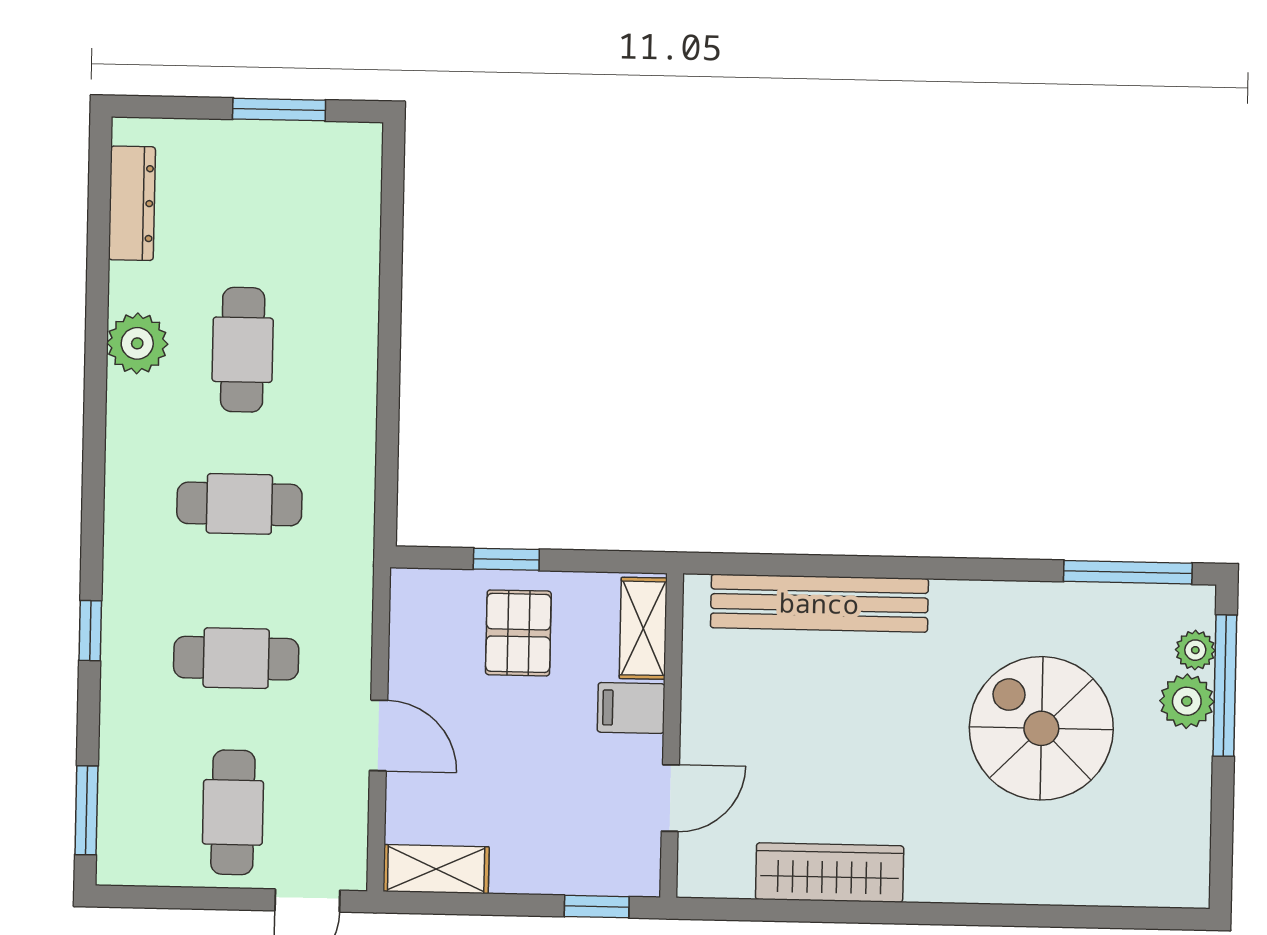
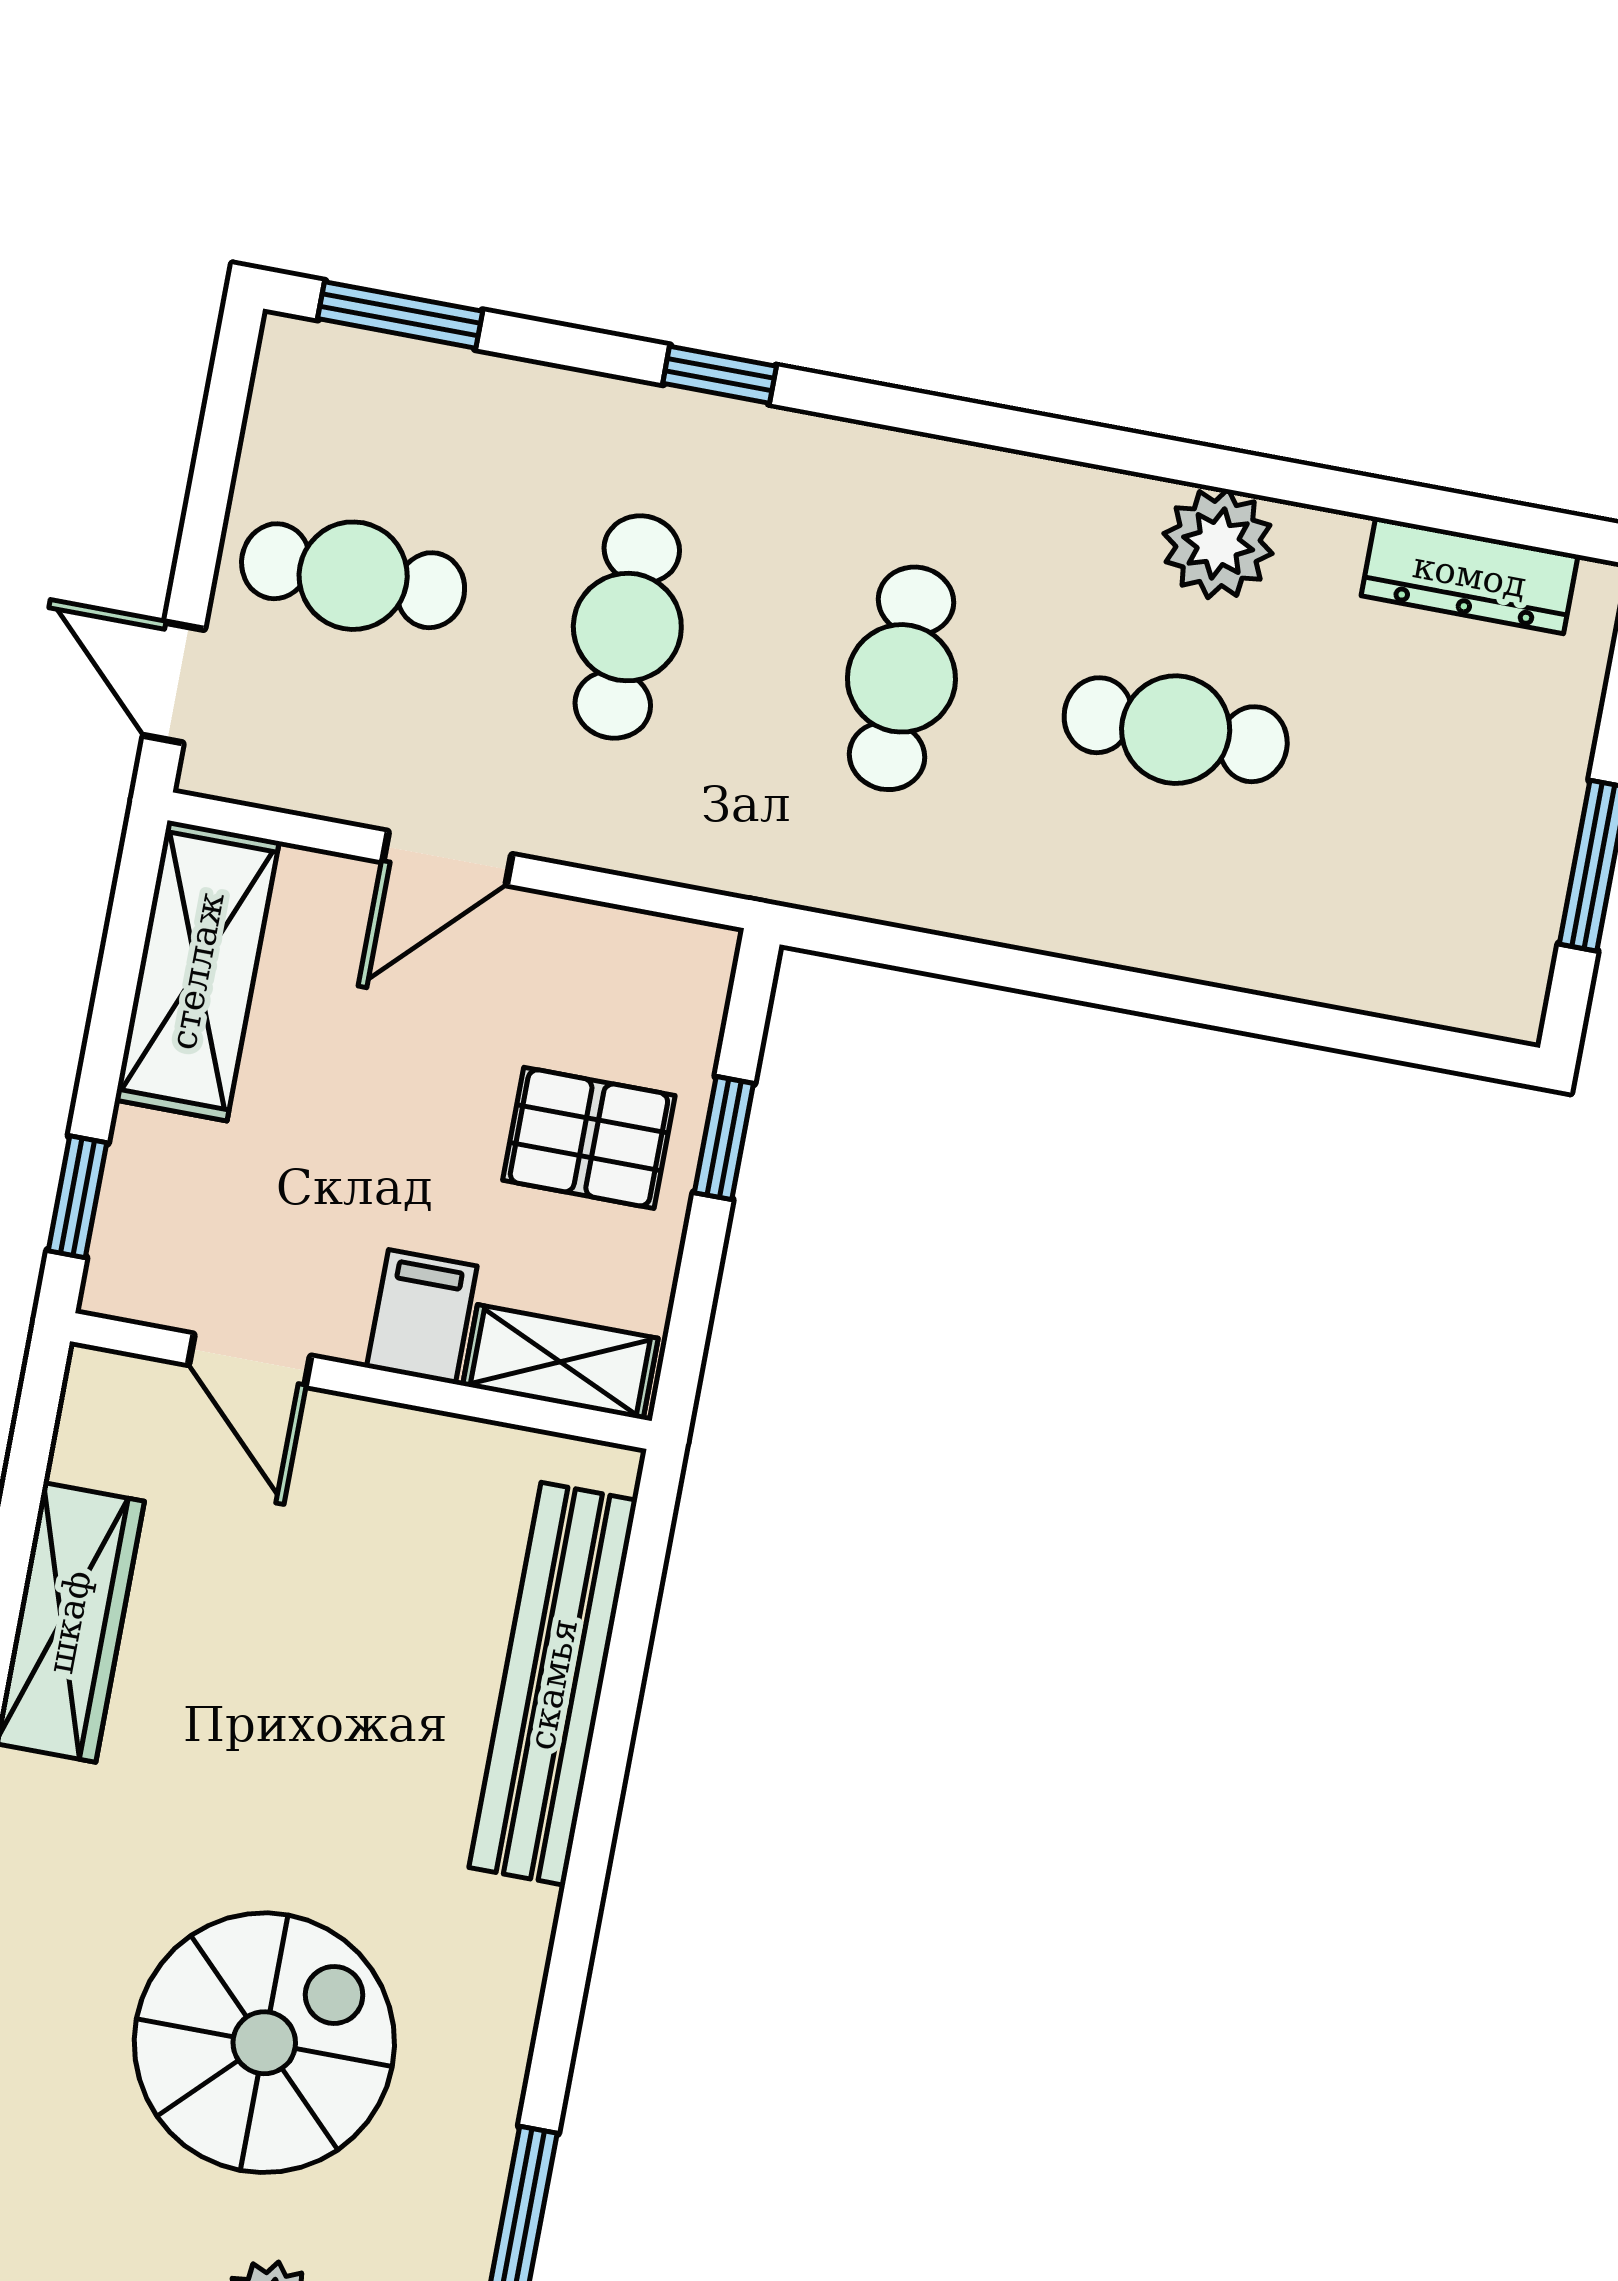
shelving: (436, 869) -> (197, 971), width x1.50, depth x1.33

